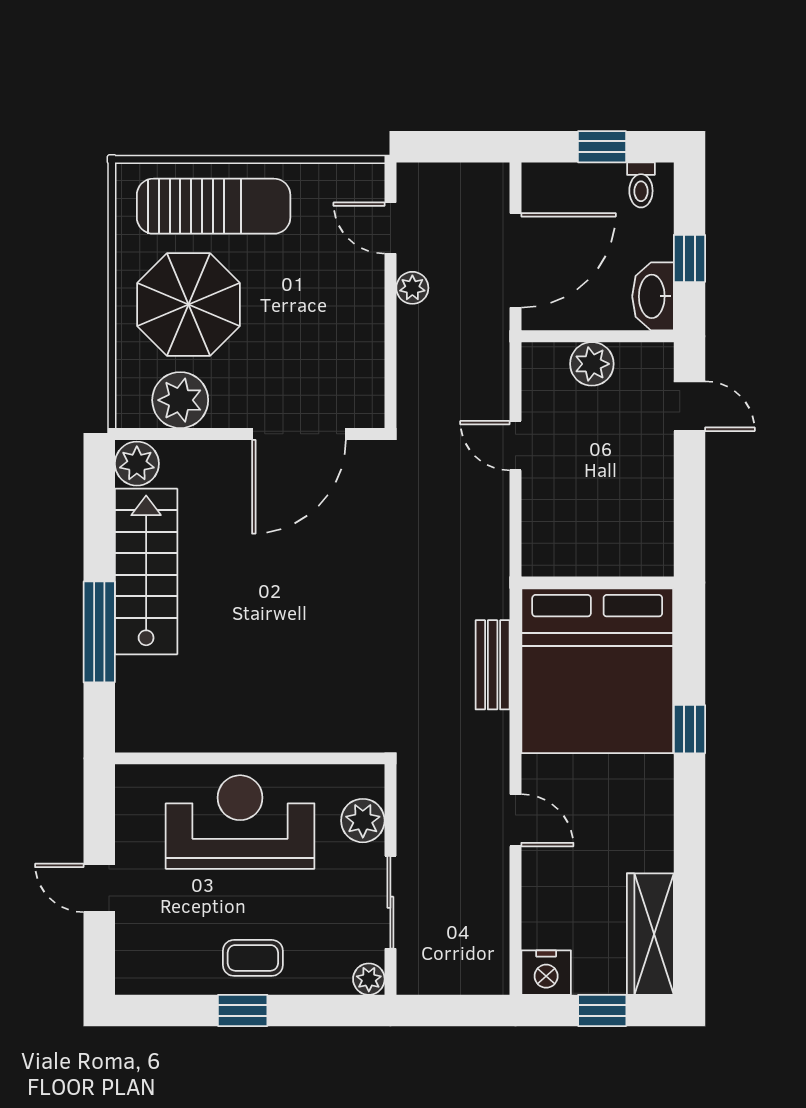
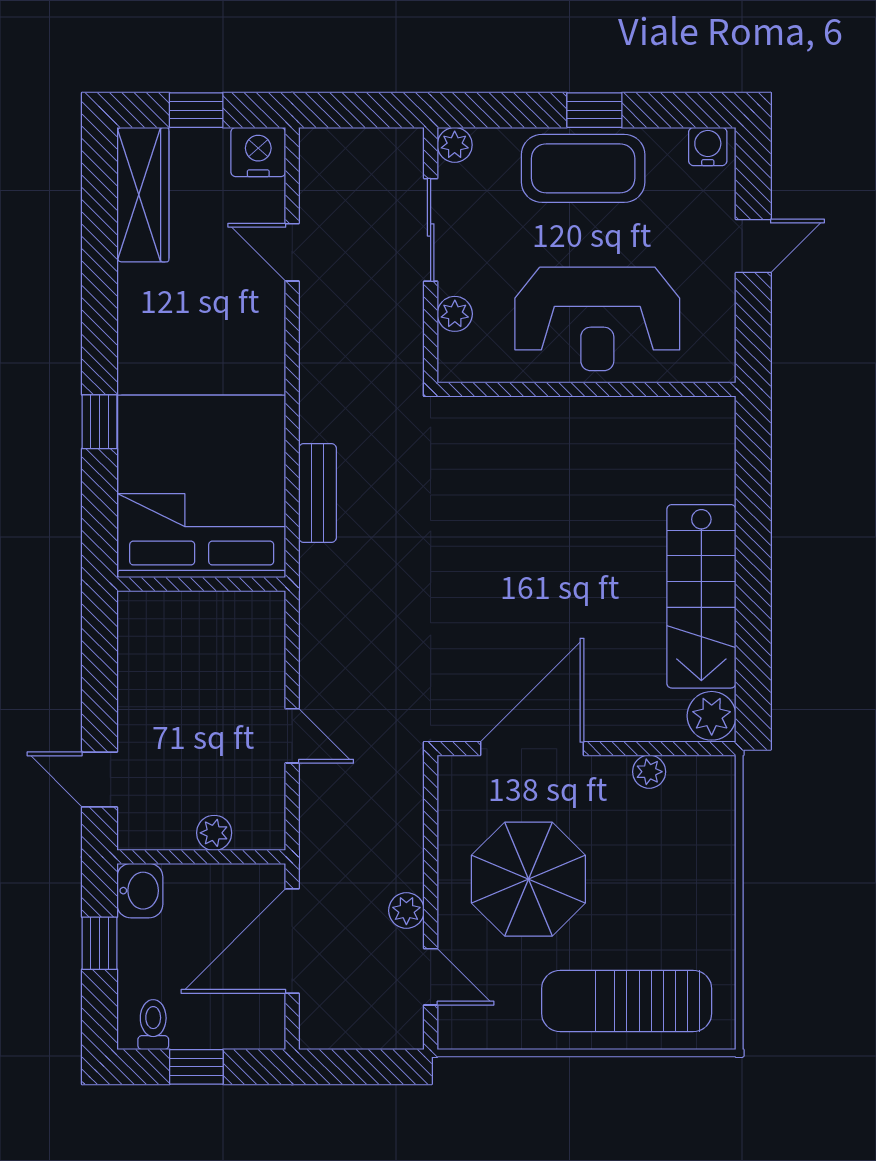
washbasin: (653, 296) -> (140, 891), width x0.72
parasol: (188, 305) -> (528, 879), moved
plant: (592, 364) -> (214, 833), width x0.73, depth x0.73
plant: (180, 400) -> (649, 772), width x0.53, depth x0.53
window: (99, 632) -> (753, 529), removed
door: (515, 820) -> (292, 252), moved
plant: (363, 821) -> (455, 314), width x0.73, depth x0.73
door: (99, 888) -> (753, 246), hinge flipped
coffee table: (253, 958) -> (583, 168), width x1.86, depth x1.72
water cooler: (140, 978) -> (708, 147), added

